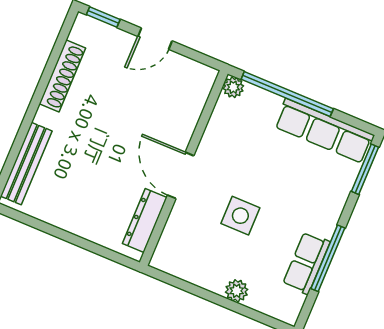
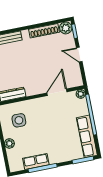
plant: (85, 30) -> (66, 28), added
door: (181, 175) -> (57, 92), moved
side table: (240, 216) -> (19, 120), moved

